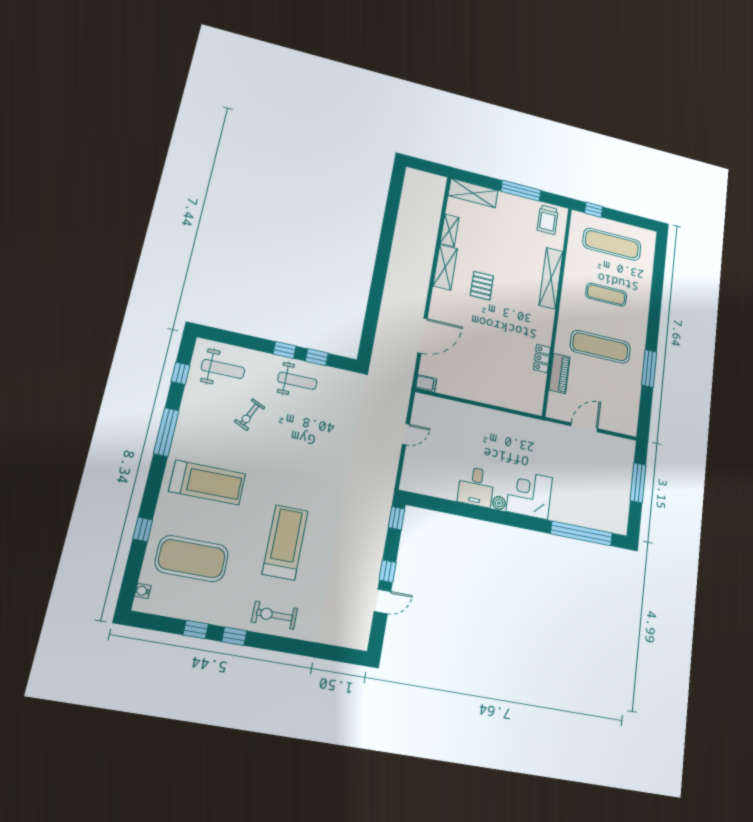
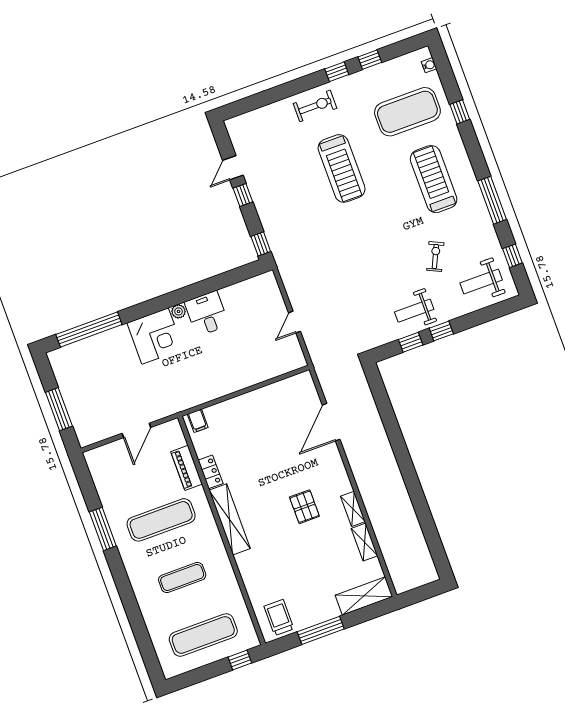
shelving: (445, 267) -> (353, 509), width x0.67, depth x0.75
shelving: (551, 278) -> (230, 519), moved
filing cabinet: (426, 383) -> (198, 421), moved, turned -90
treadmill: (207, 483) -> (434, 179), turned 90

